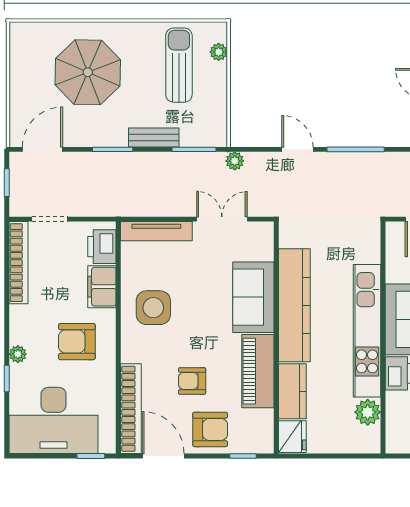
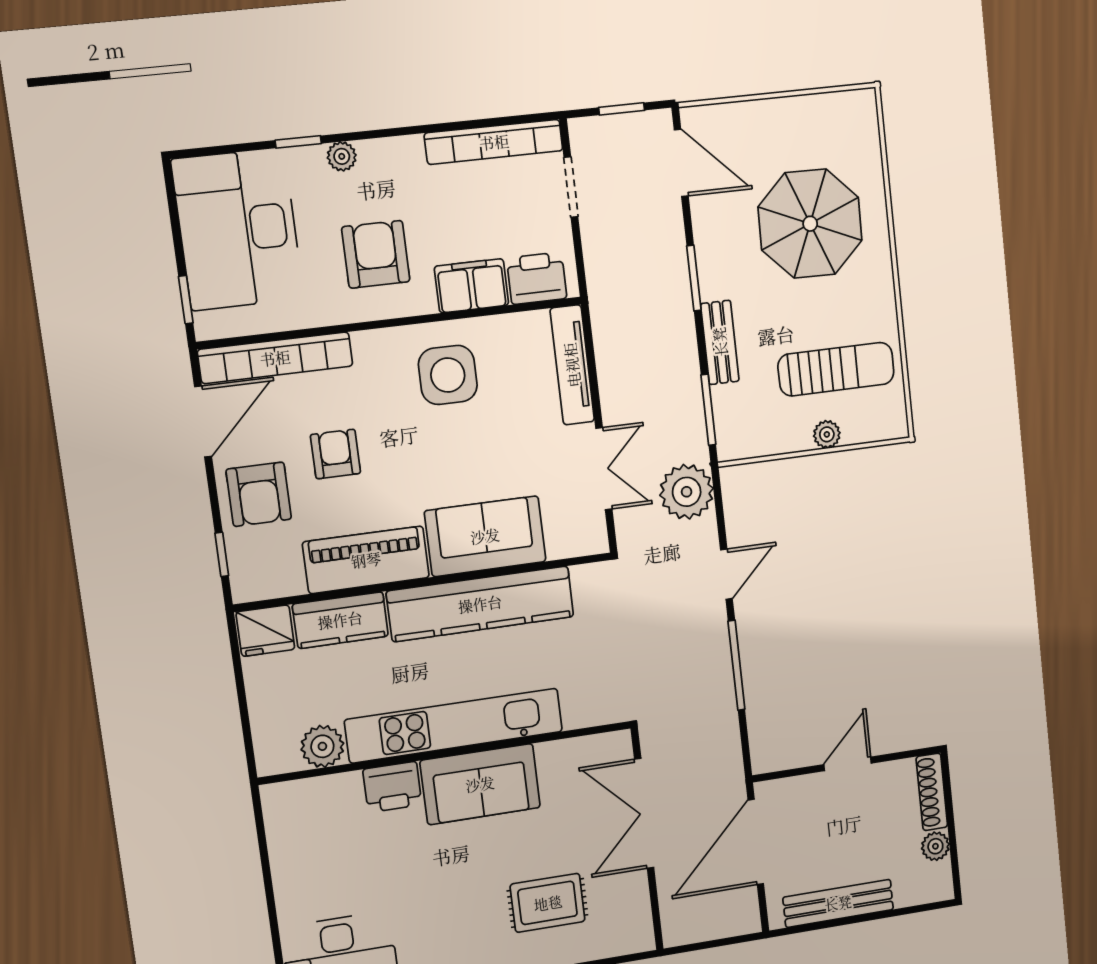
plant: (219, 52) -> (827, 434), moved
plant: (235, 161) -> (687, 492), width x1.87, depth x1.87

